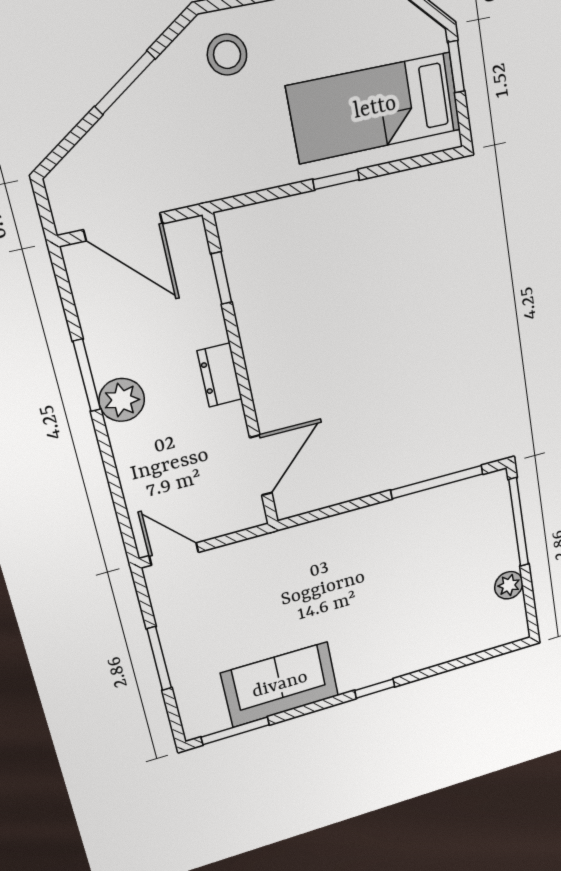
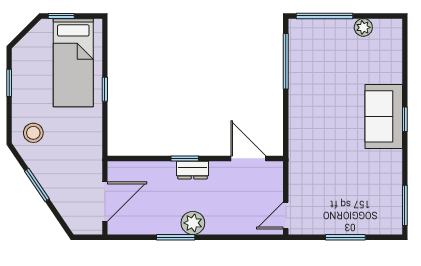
window: (221, 278) -> (185, 158), moved
sofa: (280, 685) -> (384, 116), moved

